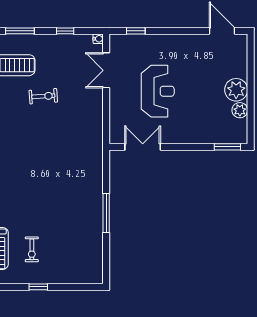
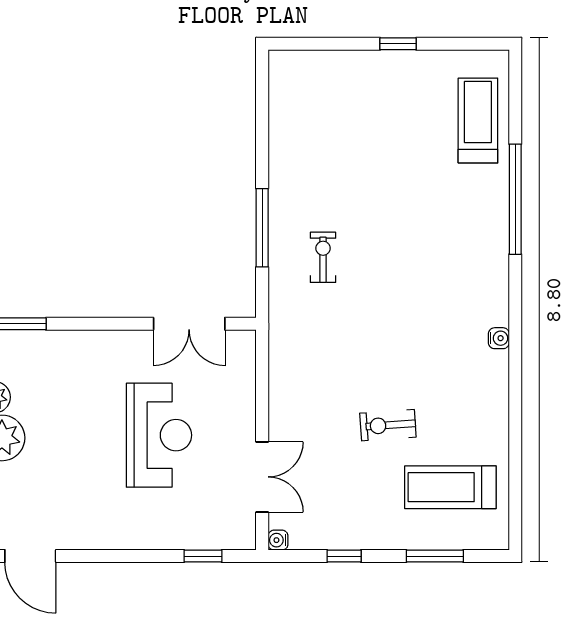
reception desk: (158, 91) -> (159, 435), turned 180
window: (106, 213) -> (262, 228), moved
exercise bike: (32, 249) -> (323, 257), moved

